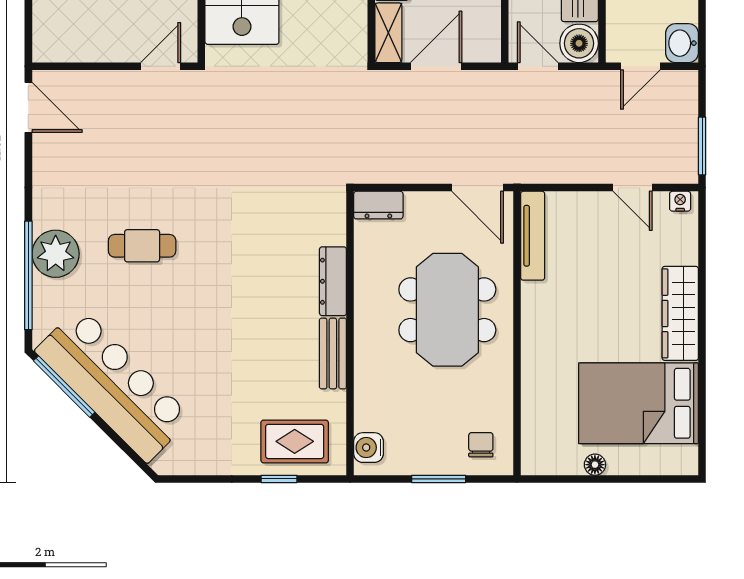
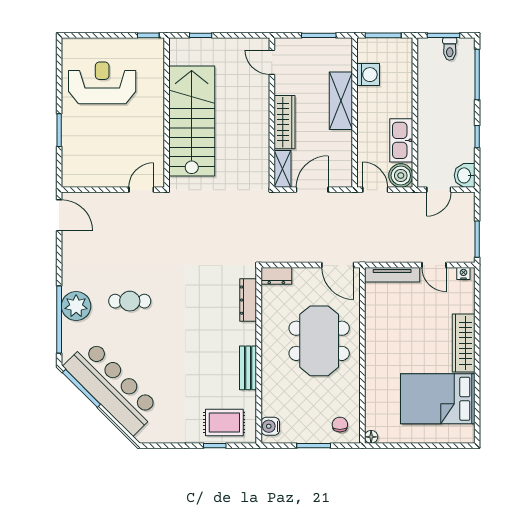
tv unit: (533, 236) -> (392, 275), moved, turned 90
dresser: (333, 281) -> (248, 300), moved
floor lamp: (595, 465) -> (371, 437), moved

